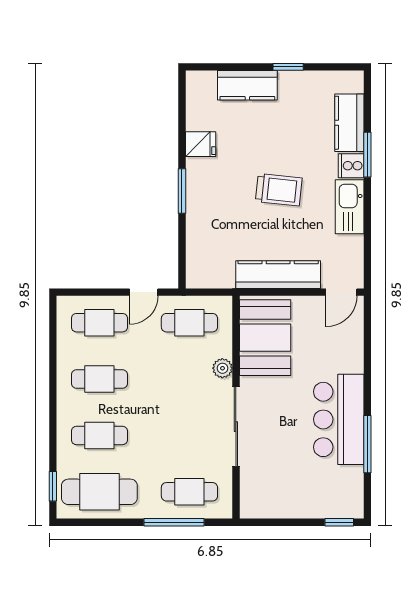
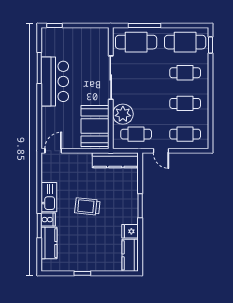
kitchen counter: (247, 85) -> (130, 255), moved, turned -90
kitchen counter: (278, 275) -> (115, 160), moved
door: (144, 292) -> (161, 151), swing flipped
plant: (222, 368) -> (123, 114), width x1.88, depth x1.88
cafe table: (189, 492) -> (136, 42), width x1.37, depth x1.35

